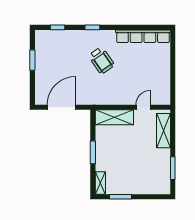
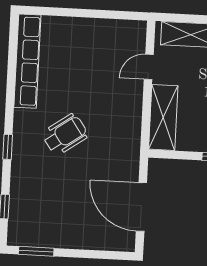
window: (32, 60) -> (36, 251), moved
door: (143, 107) -> (149, 67), hinge flipped

